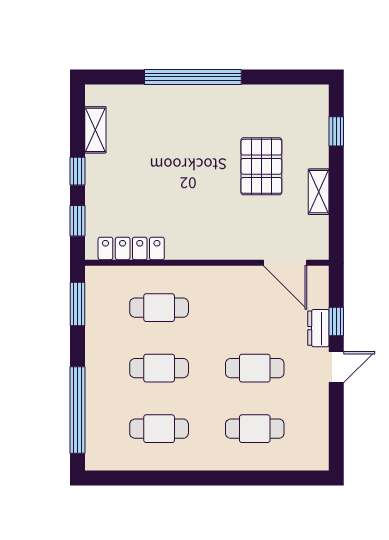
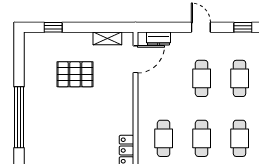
shelving: (319, 192) -> (107, 38), moved
window: (336, 321) -> (243, 27), moved
dresser: (318, 328) -> (158, 39), moved

